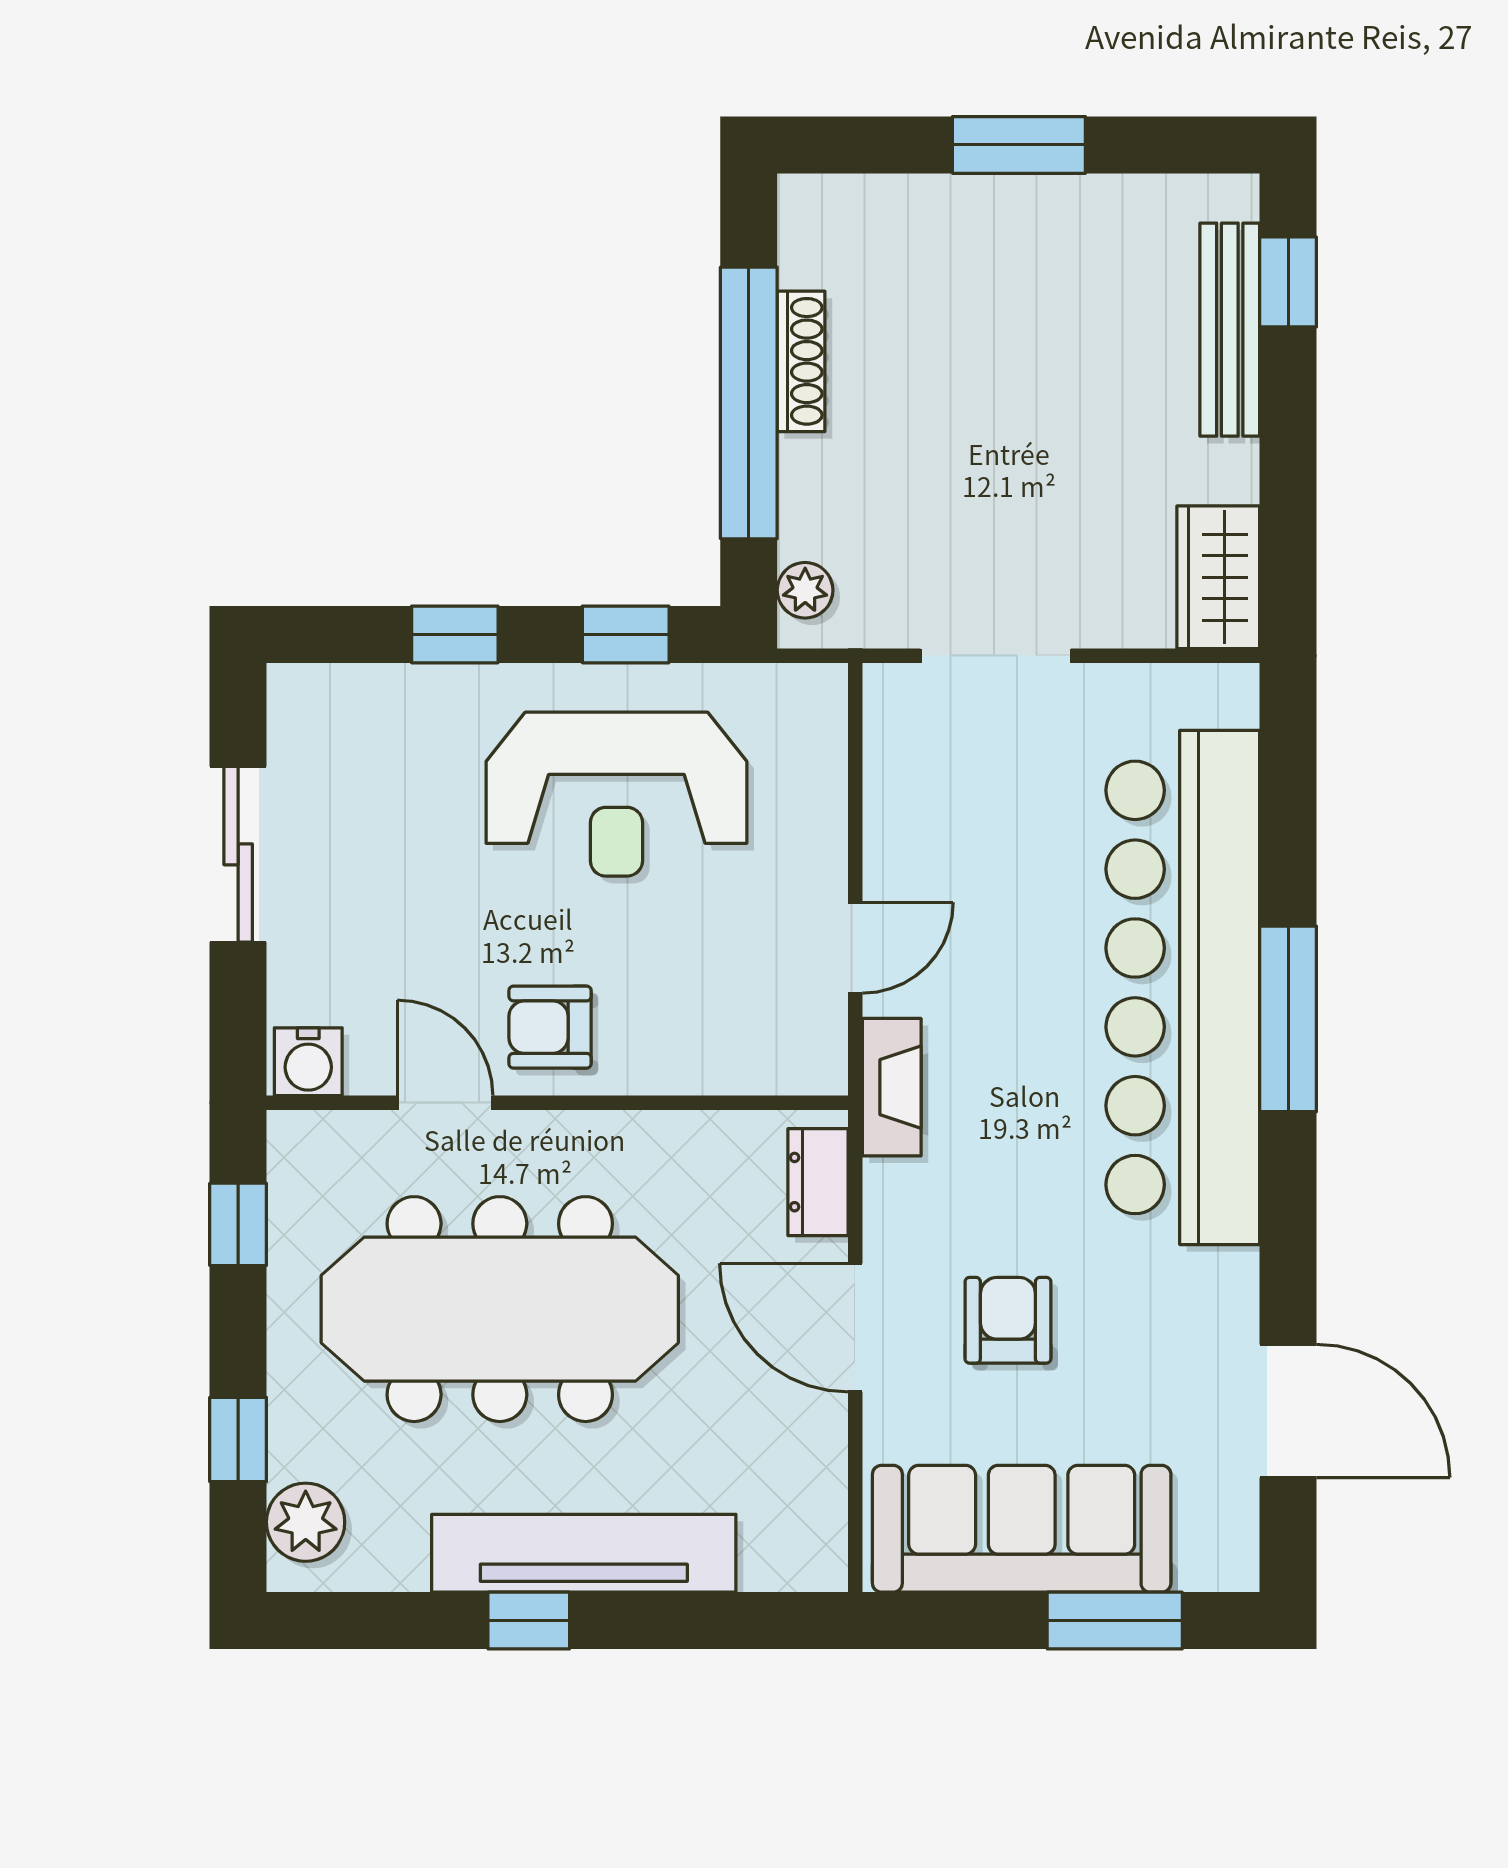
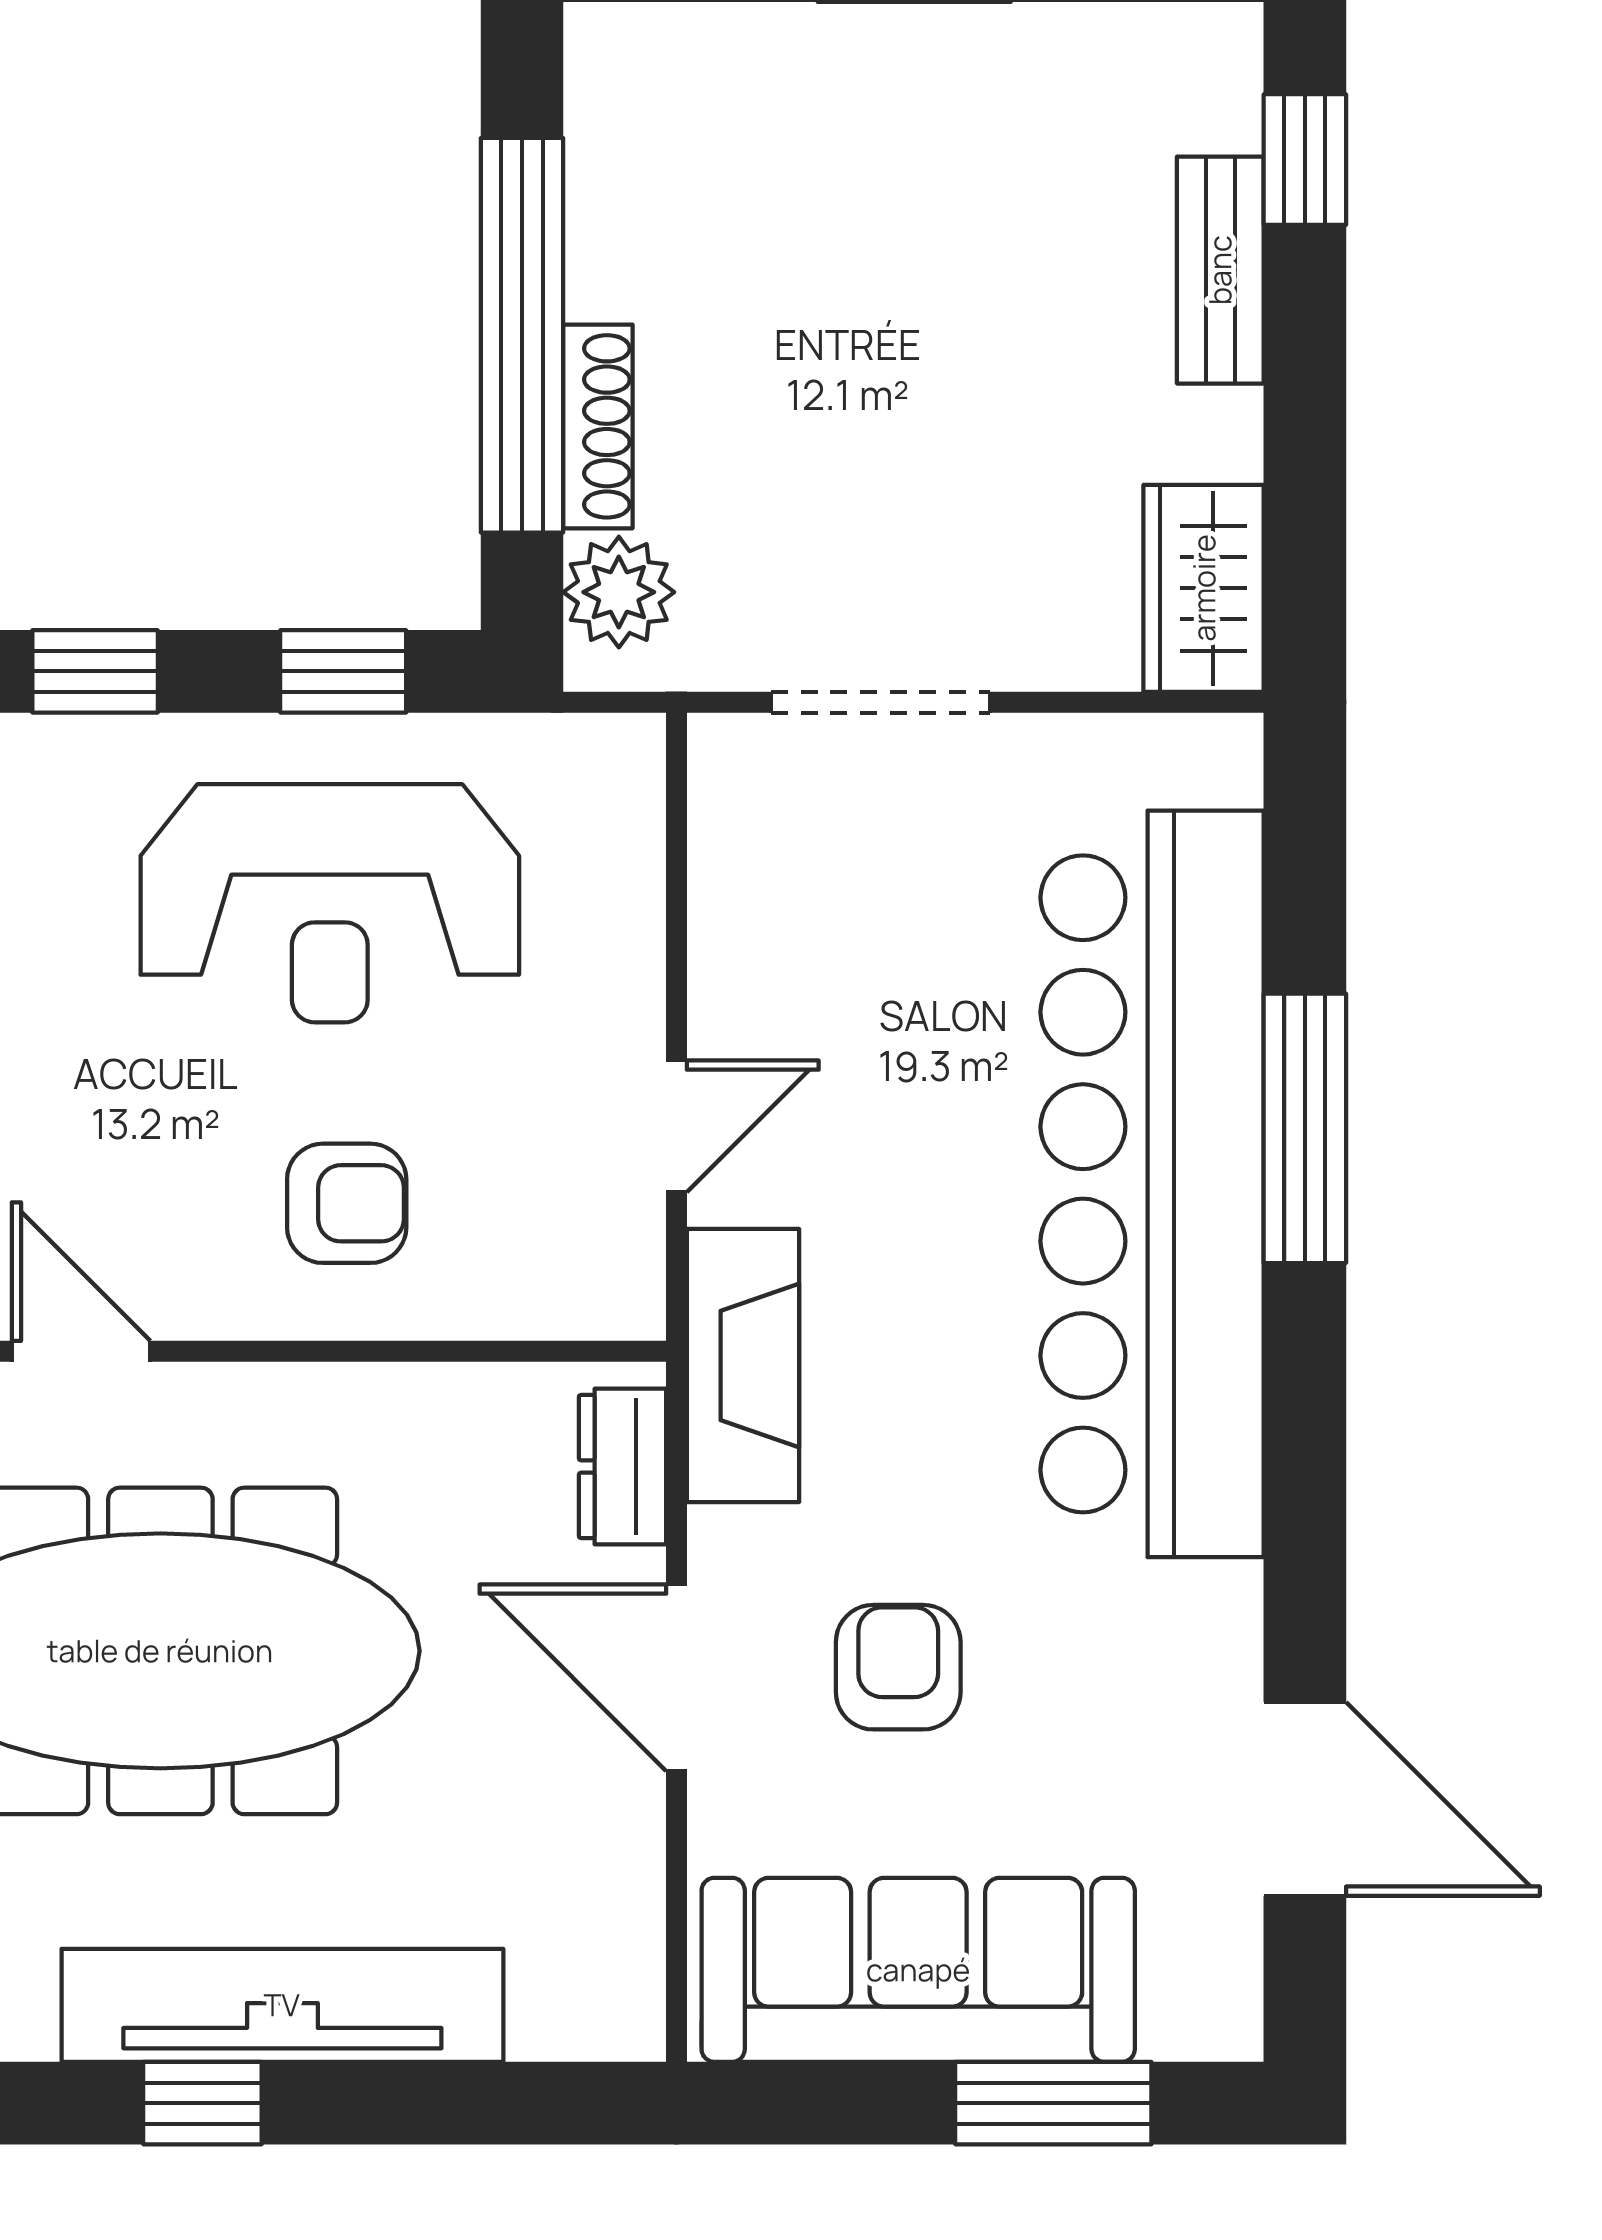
bench: (1230, 330) -> (1220, 270), width x0.73
shoe rack: (801, 361) -> (598, 426), moved
plant: (805, 590) -> (619, 592), width x1.38, depth x1.38
window: (1288, 1019) -> (1305, 1128), moved
armchair: (550, 1027) -> (347, 1203), moved, turned 180
fireplace: (892, 1087) -> (743, 1366), width x1.37, depth x1.32

